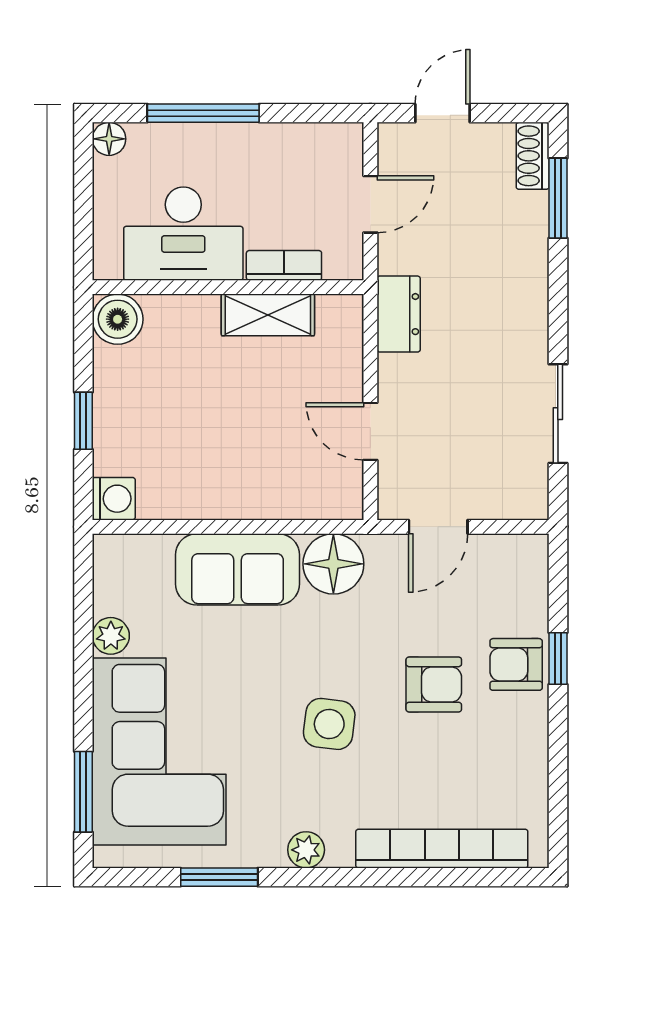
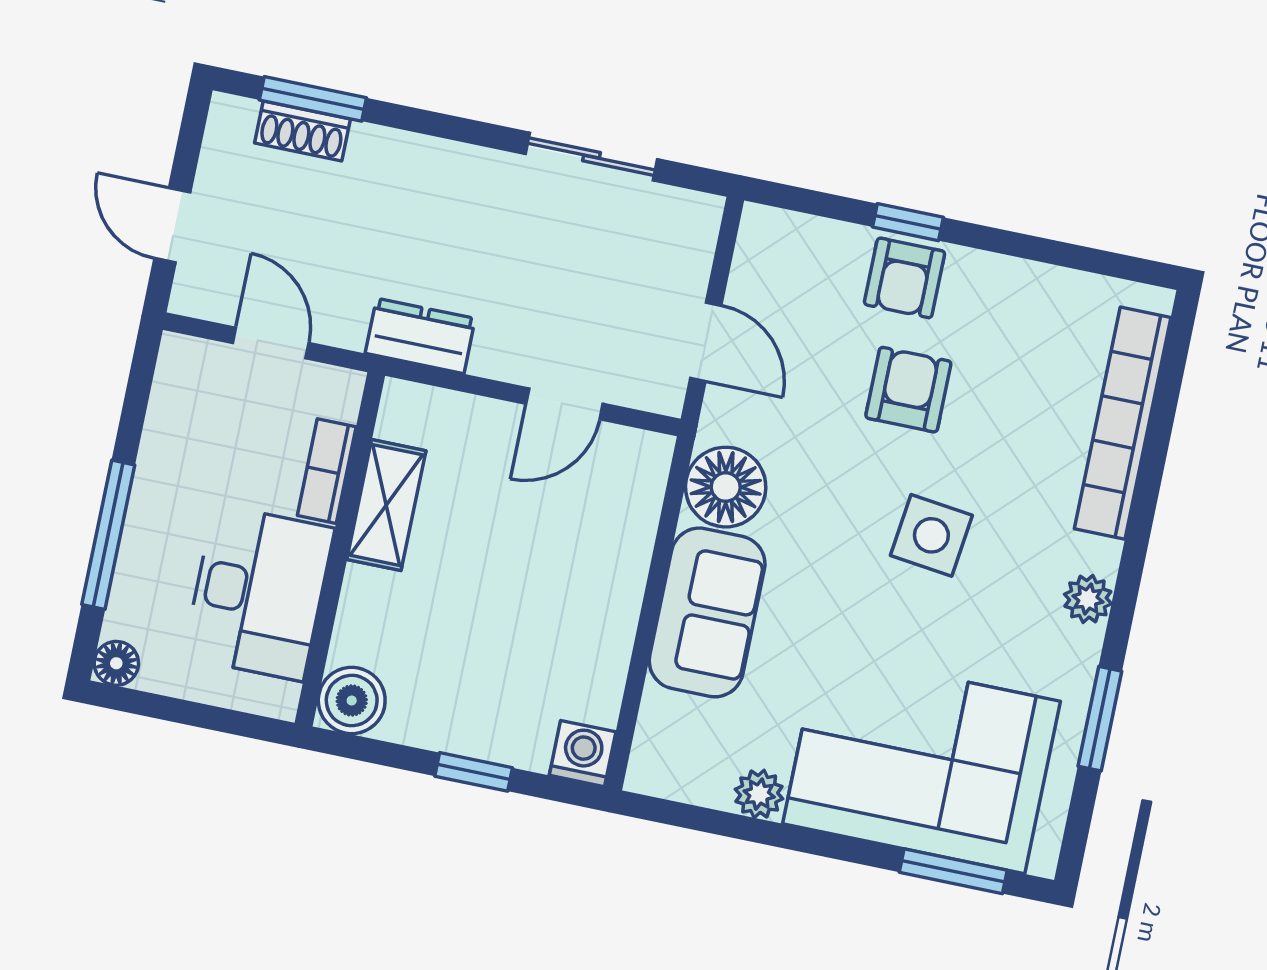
shoe rack: (533, 156) -> (302, 131), moved

